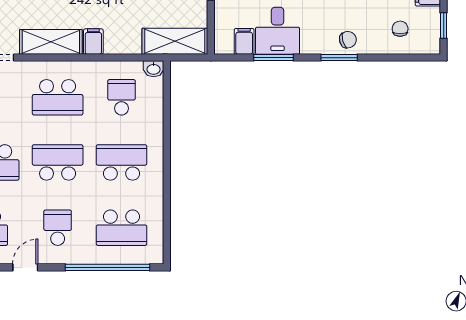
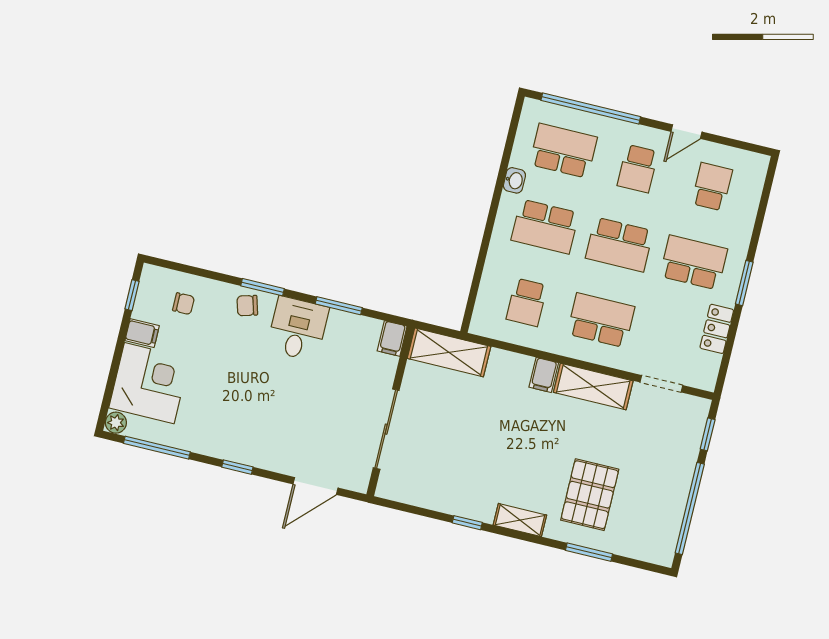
chair: (400, 29) -> (183, 304), turned -90
desk: (278, 31) -> (298, 329), moved
filing cabinet: (244, 41) -> (392, 339), moved
washbasin: (154, 69) -> (514, 180), moved, turned 90

